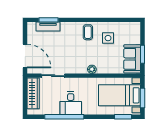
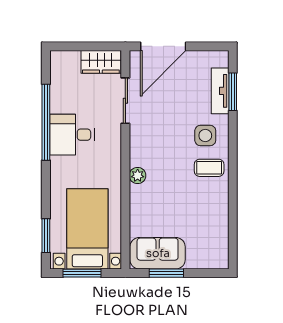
side table: (108, 38) -> (205, 135), moved
wardrobe: (33, 93) -> (101, 62), width x0.67

